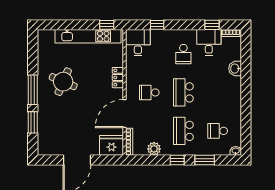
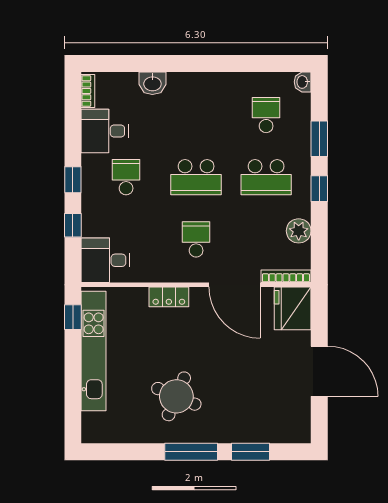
window: (212, 25) -> (73, 180), moved
school desk: (183, 54) -> (126, 177), turned -90
school desk: (149, 92) -> (196, 239), turned 180
school desk: (218, 131) -> (266, 115), turned 180

